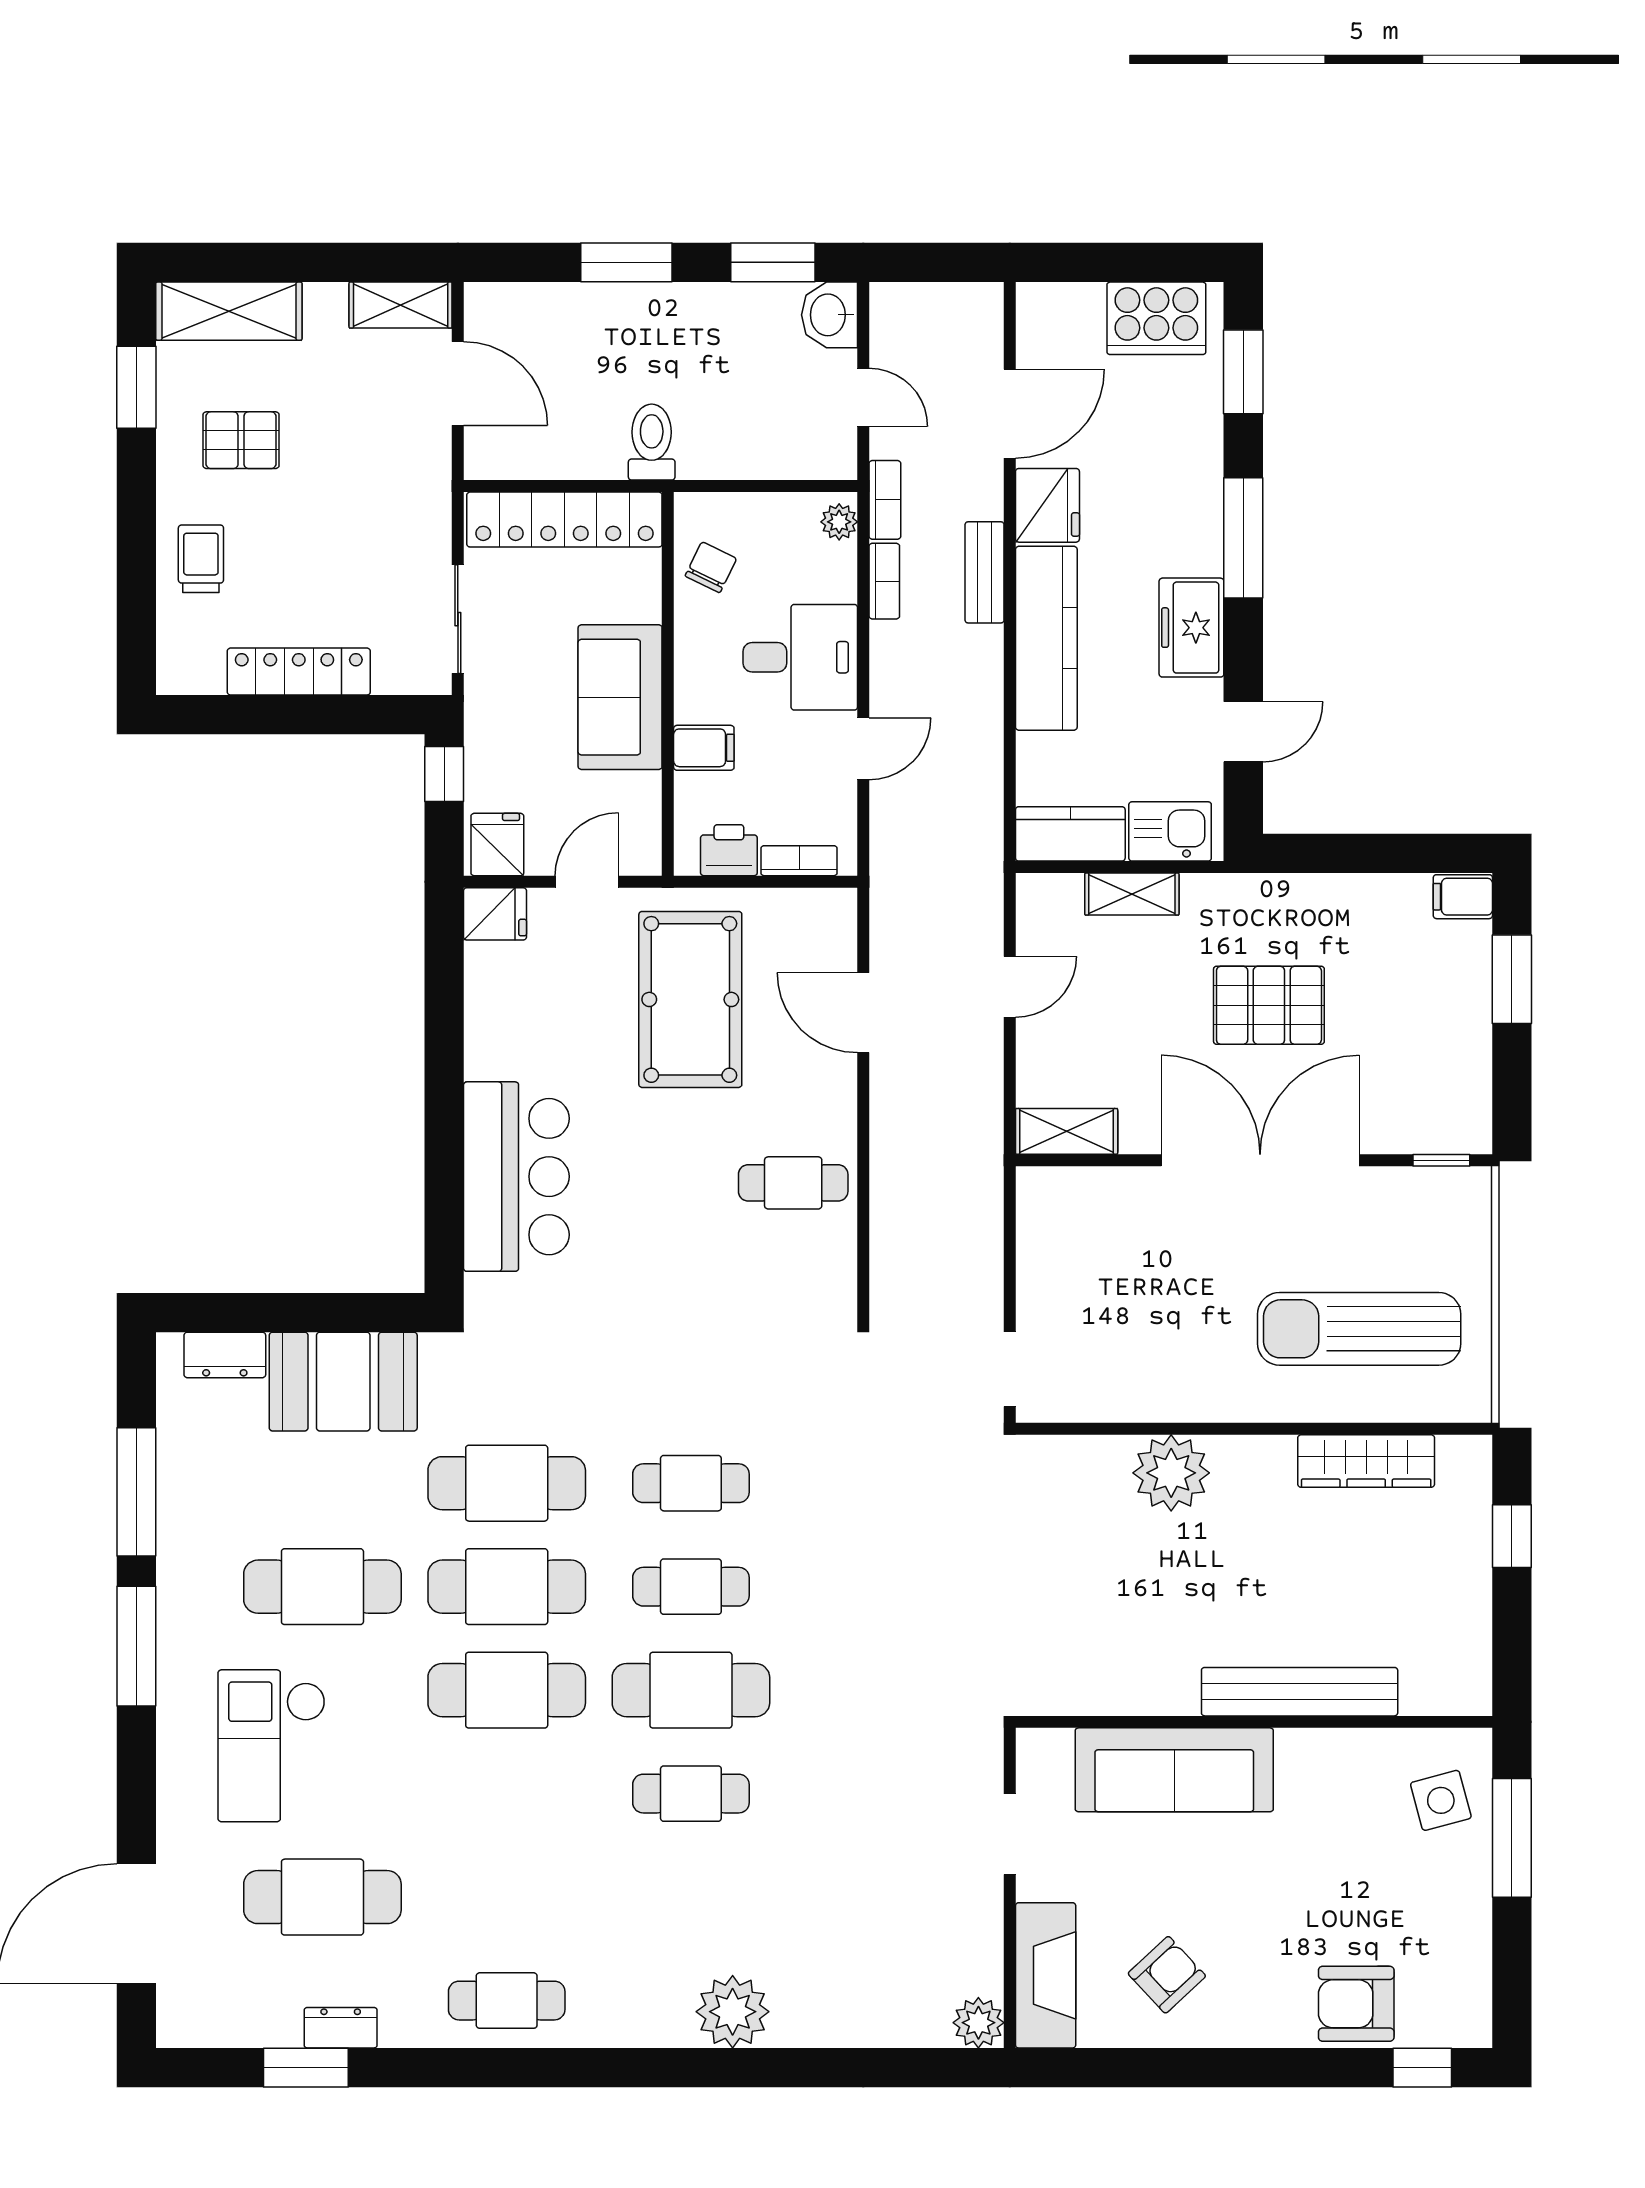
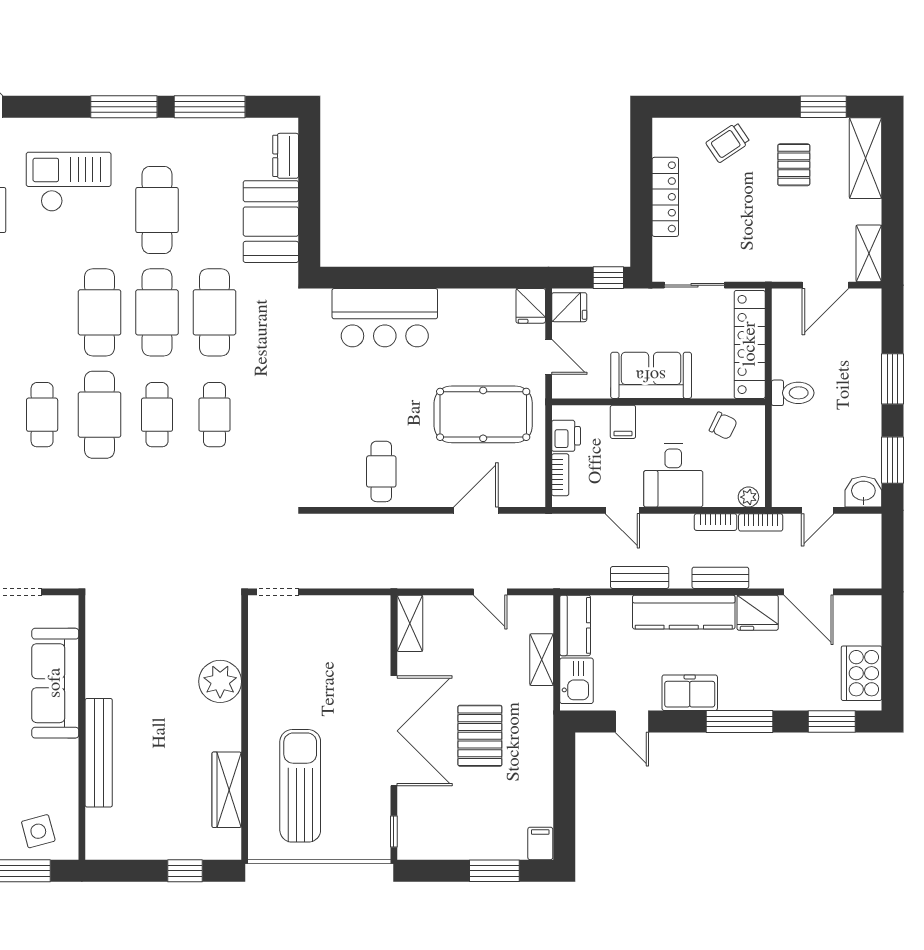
trolley: (201, 559) -> (728, 143), turned 146
bench: (984, 718) -> (640, 577), added

